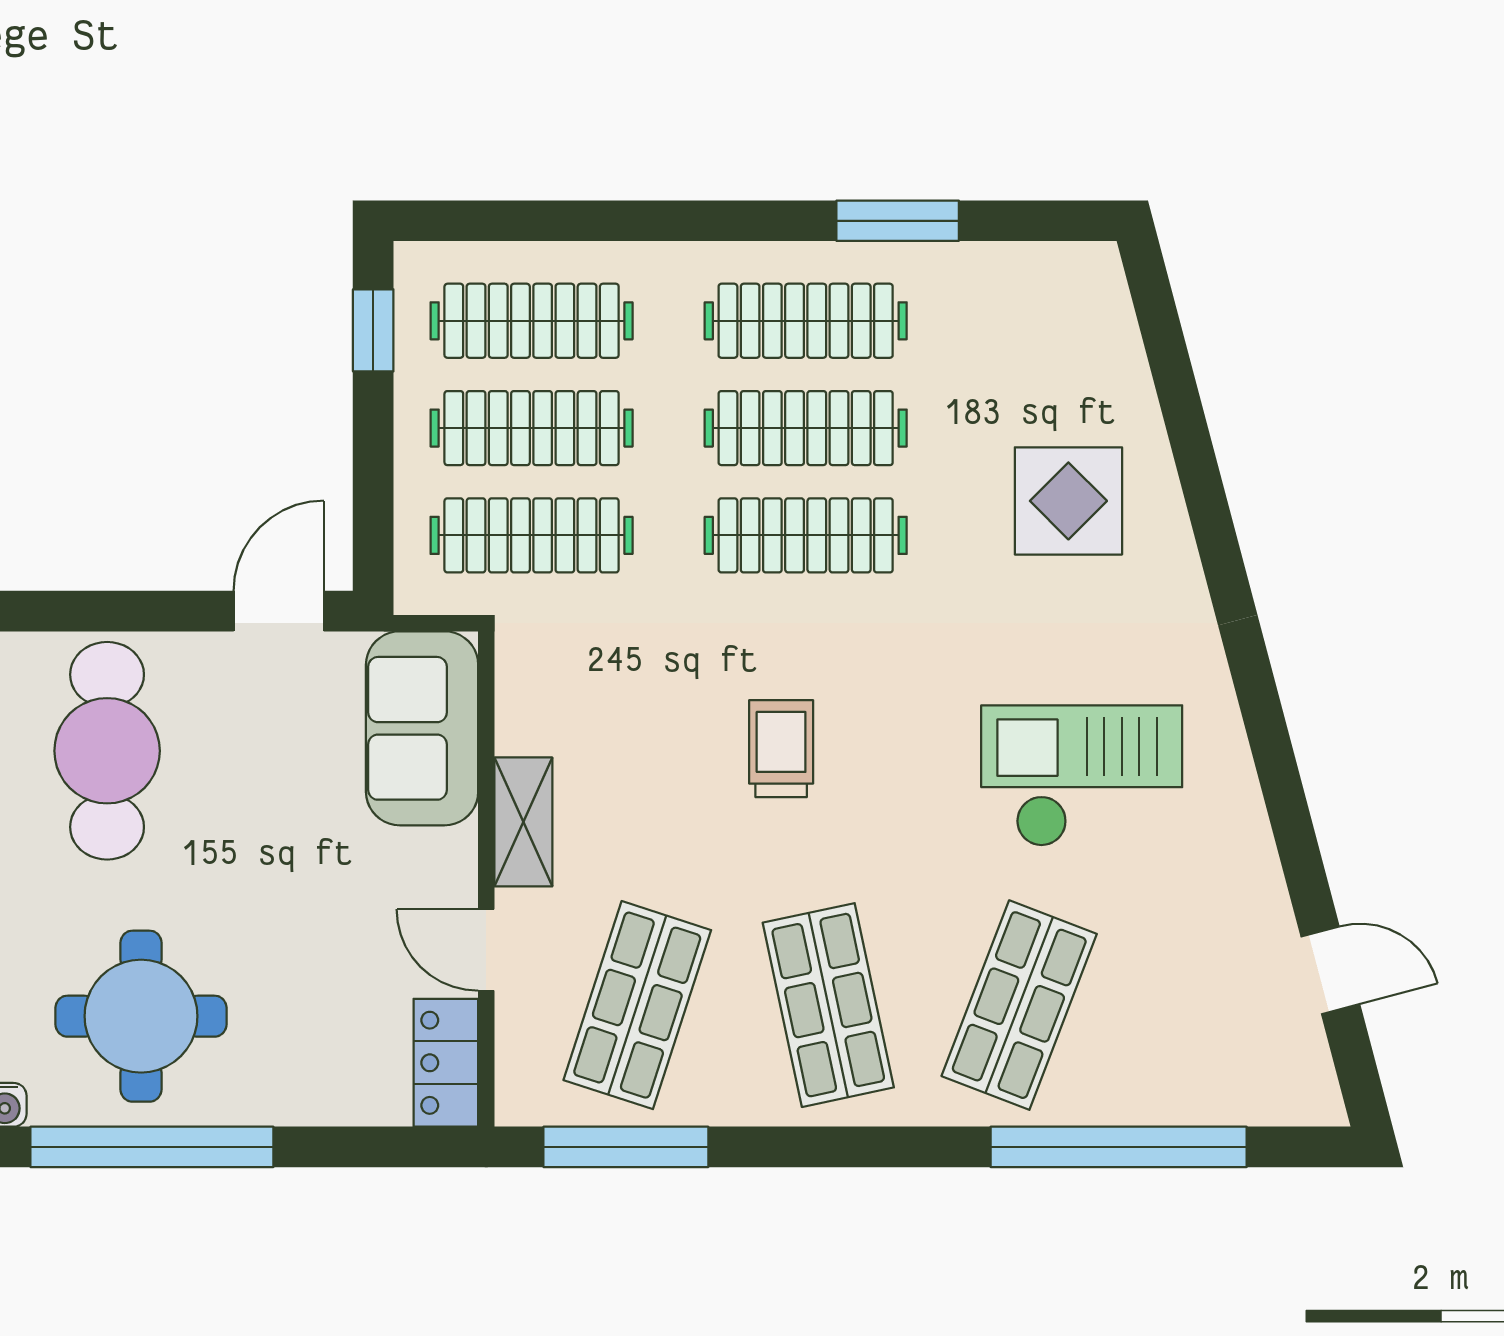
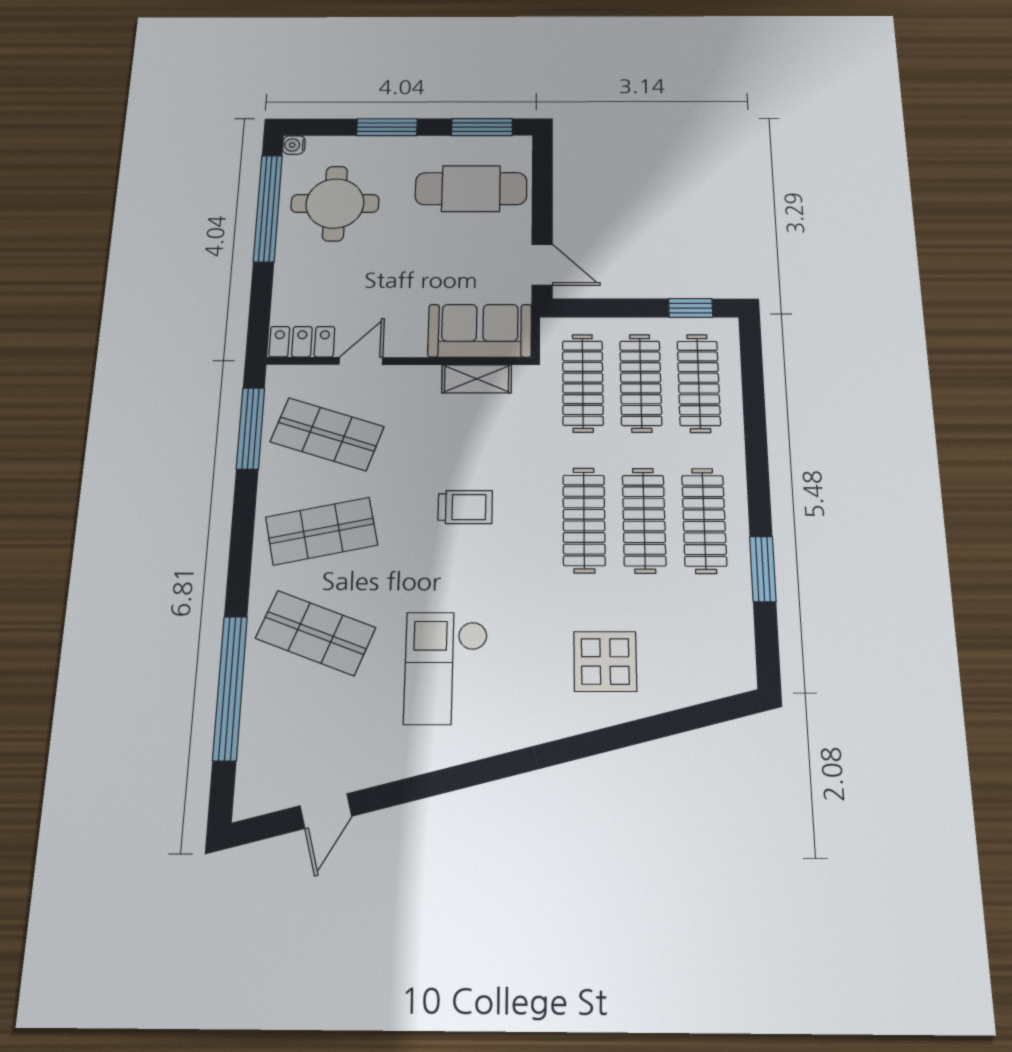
checkout: (1082, 776) -> (446, 668), turned 180
shelving: (523, 822) -> (477, 379), moved

